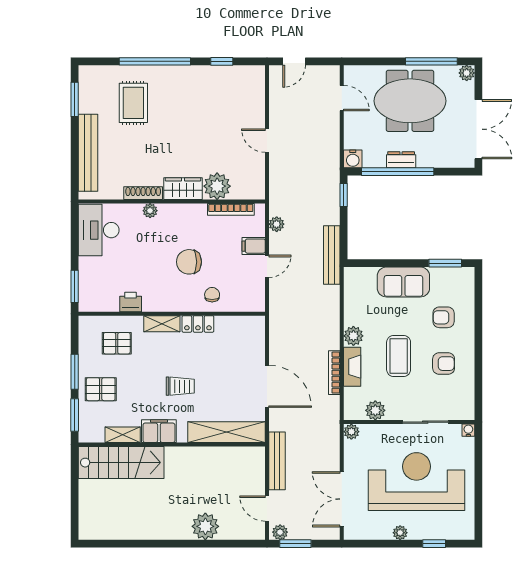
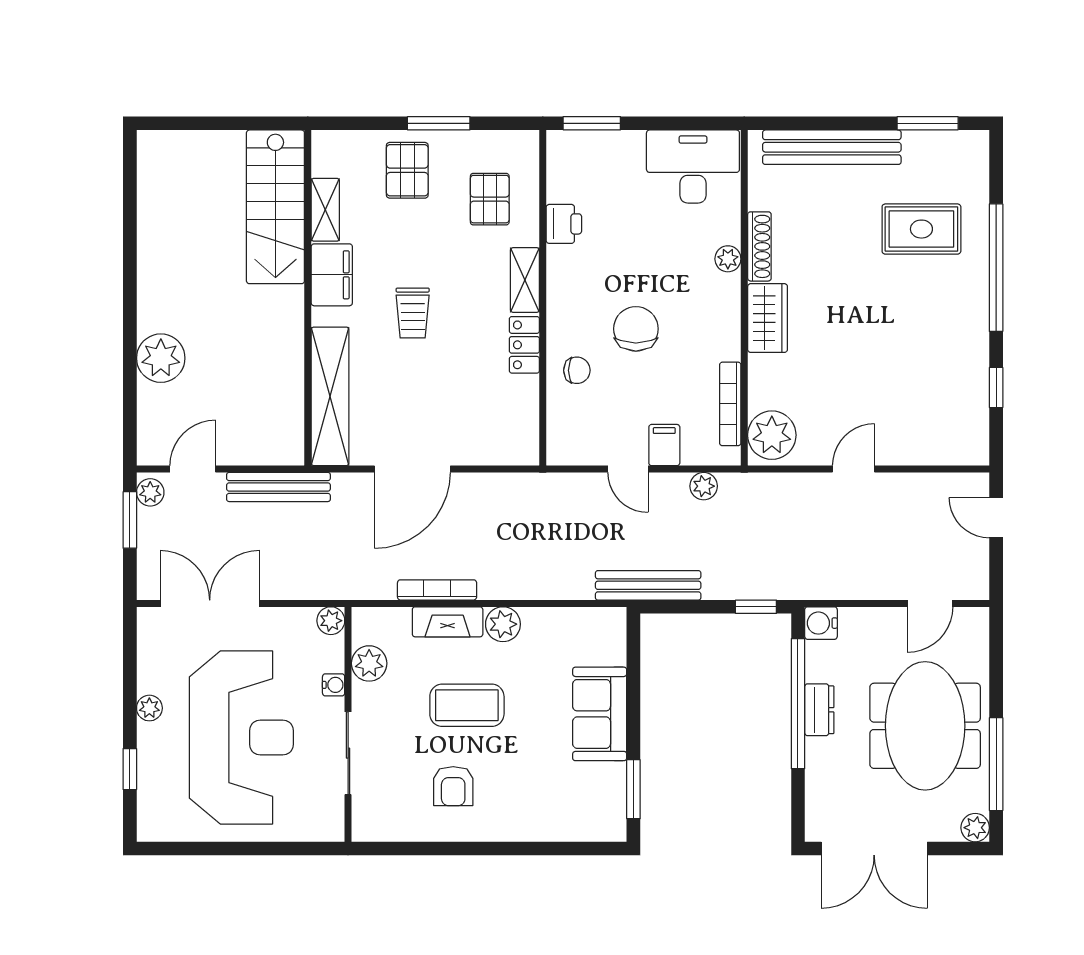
plant: (217, 186) -> (772, 435), moved
armchair: (444, 317) -> (536, 786), removed
window: (75, 415) -> (361, 123), removed
water cooler: (468, 430) -> (334, 685), moved

